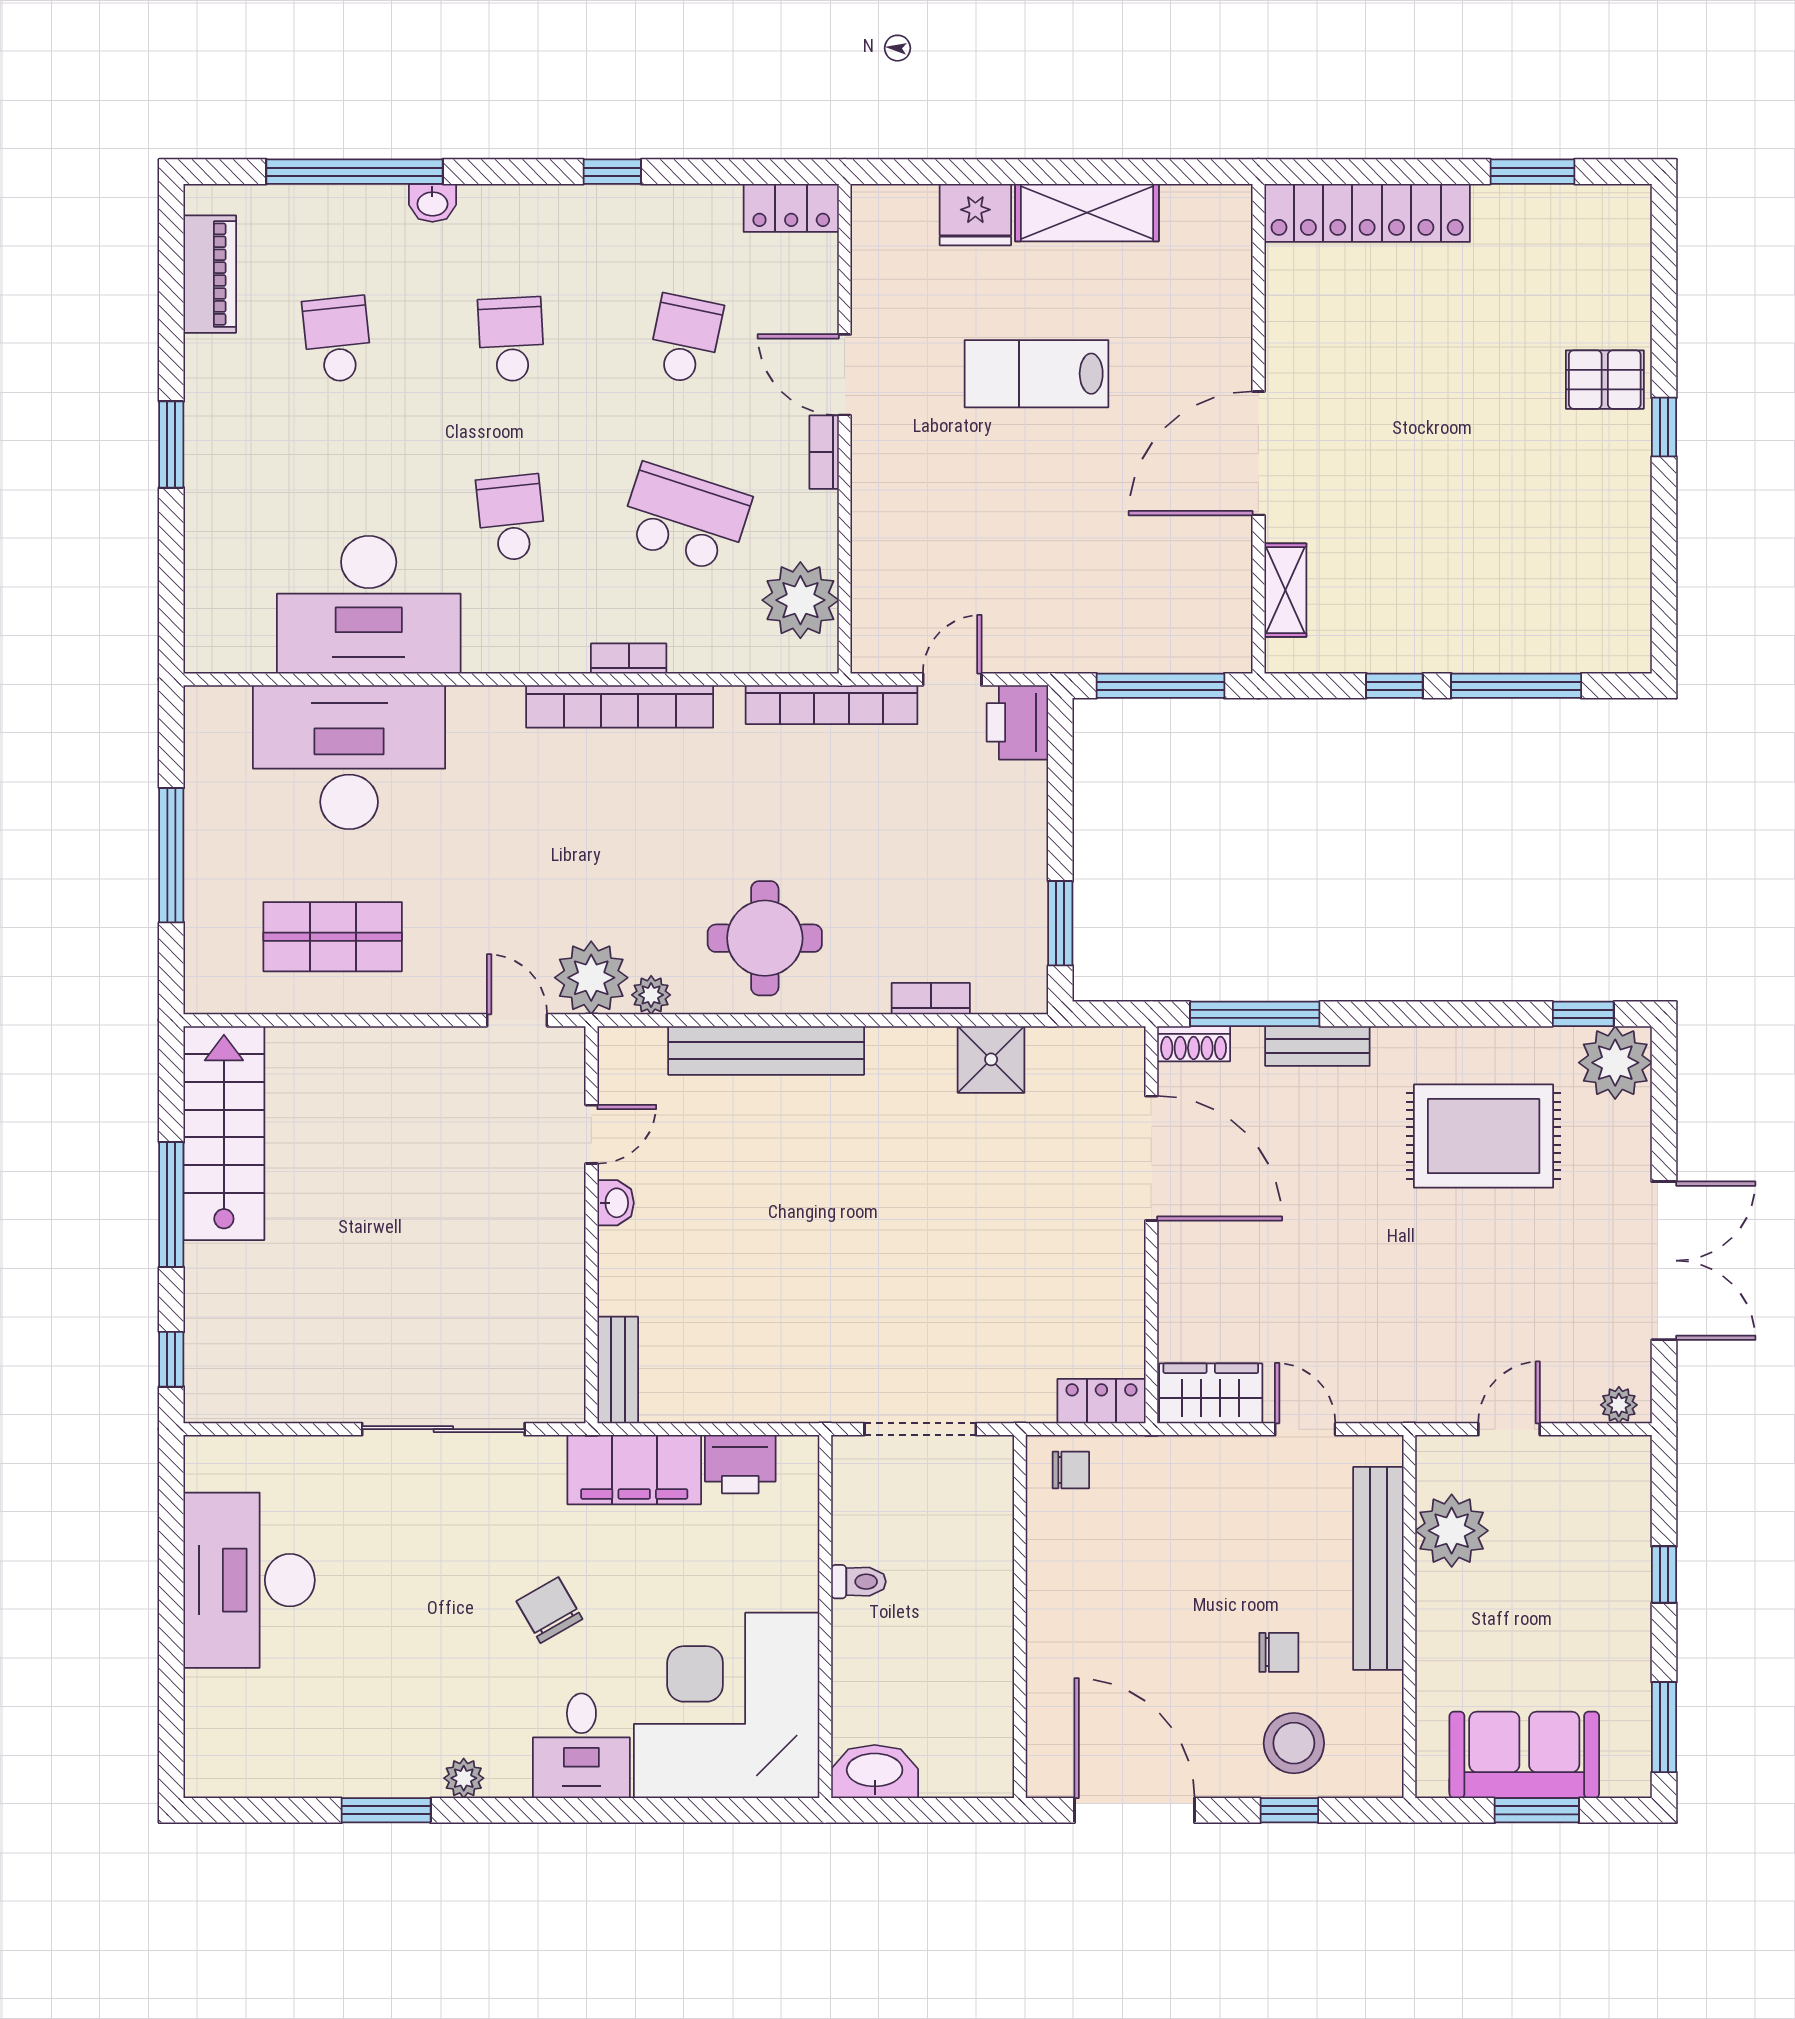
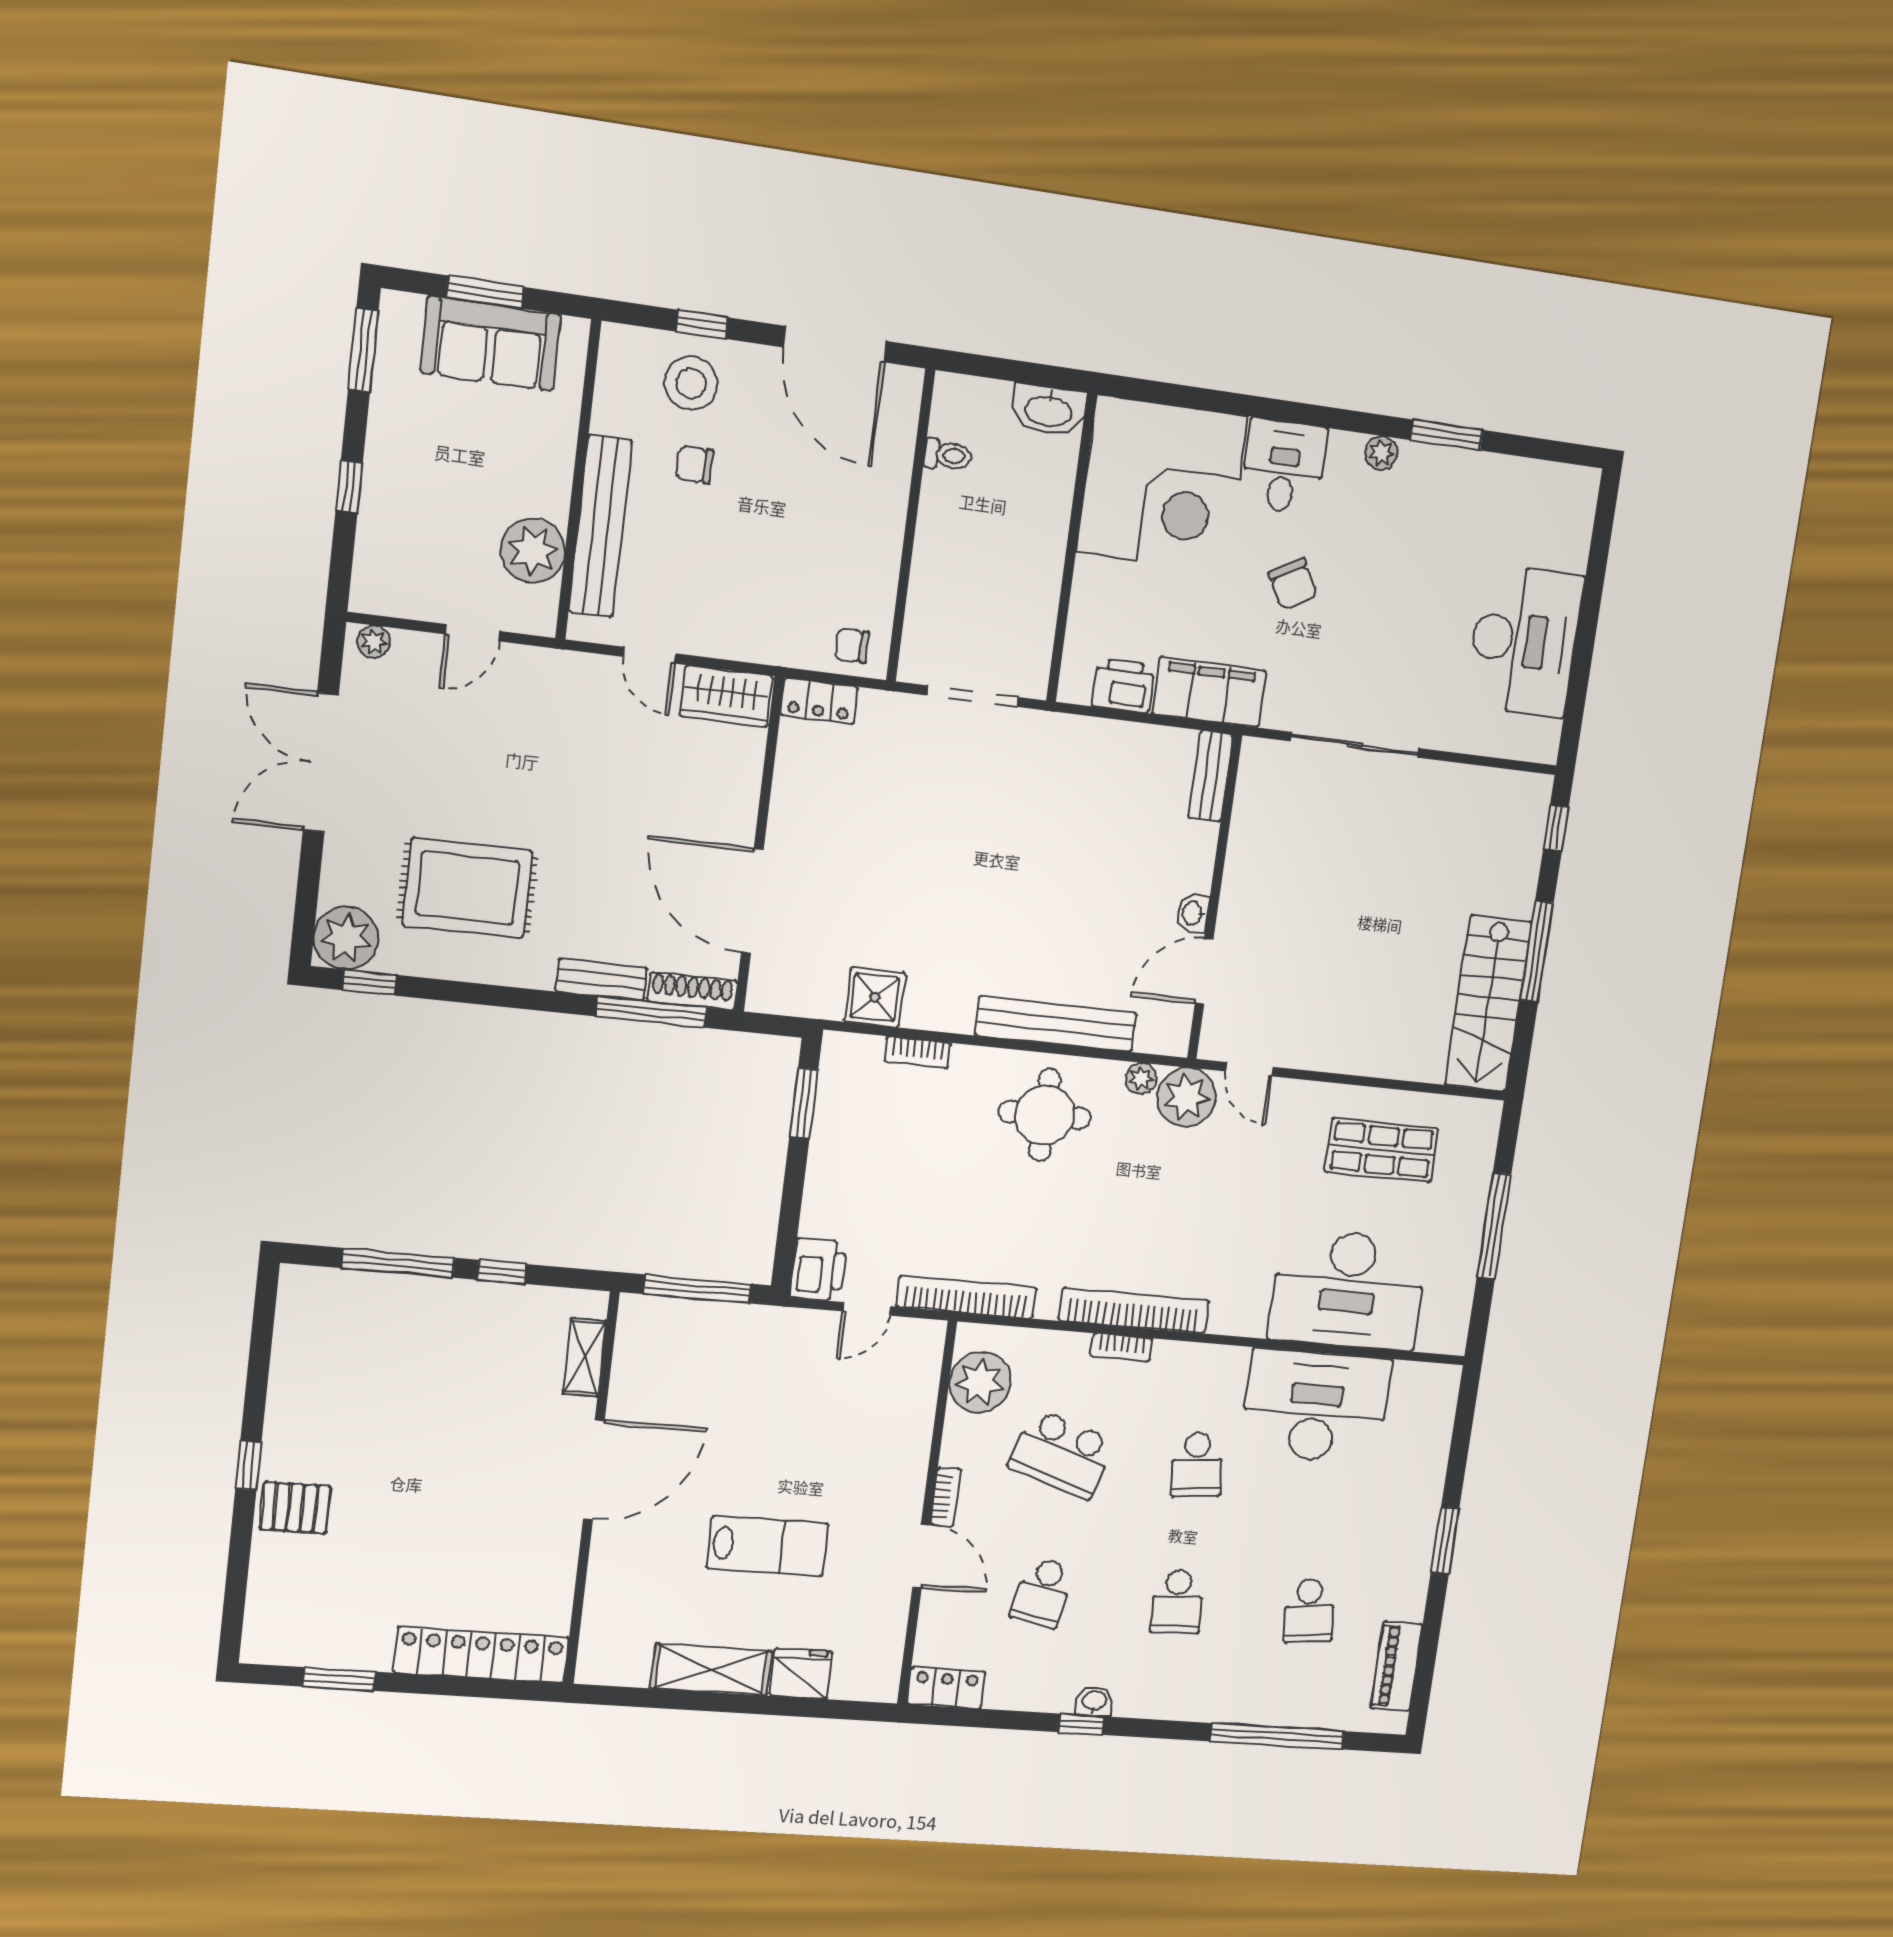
washbasin: (432, 203) -> (1094, 1701), moved
shoe rack: (1194, 1044) -> (692, 991), width x1.43
door: (591, 1134) -> (1204, 971), width x1.38
toilet: (858, 1582) -> (948, 455), moved, turned 180

